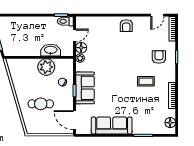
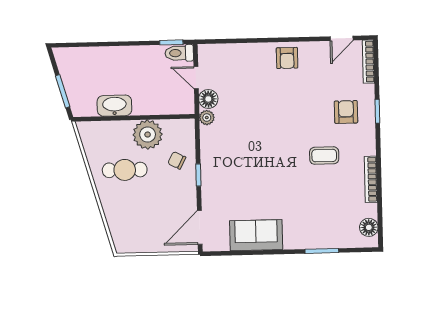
door: (74, 35) -> (196, 78), swing flipped
washbasin: (51, 50) -> (114, 106), moved
sofa: (85, 88) -> (217, 170), removed
cafe table: (41, 104) -> (125, 170), moved
door: (74, 120) -> (200, 227), hinge flipped
sofa: (112, 125) -> (256, 235), width x0.73

